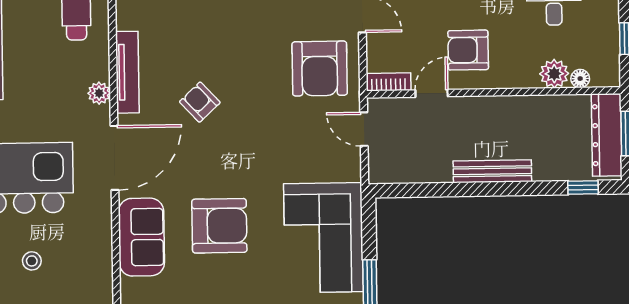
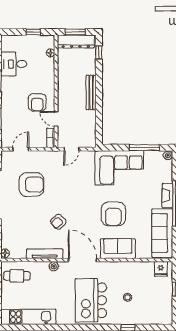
armchair: (320, 69) -> (32, 184), moved
plant: (554, 74) -> (48, 64), removed
armchair: (219, 226) -> (113, 214), turned 180

